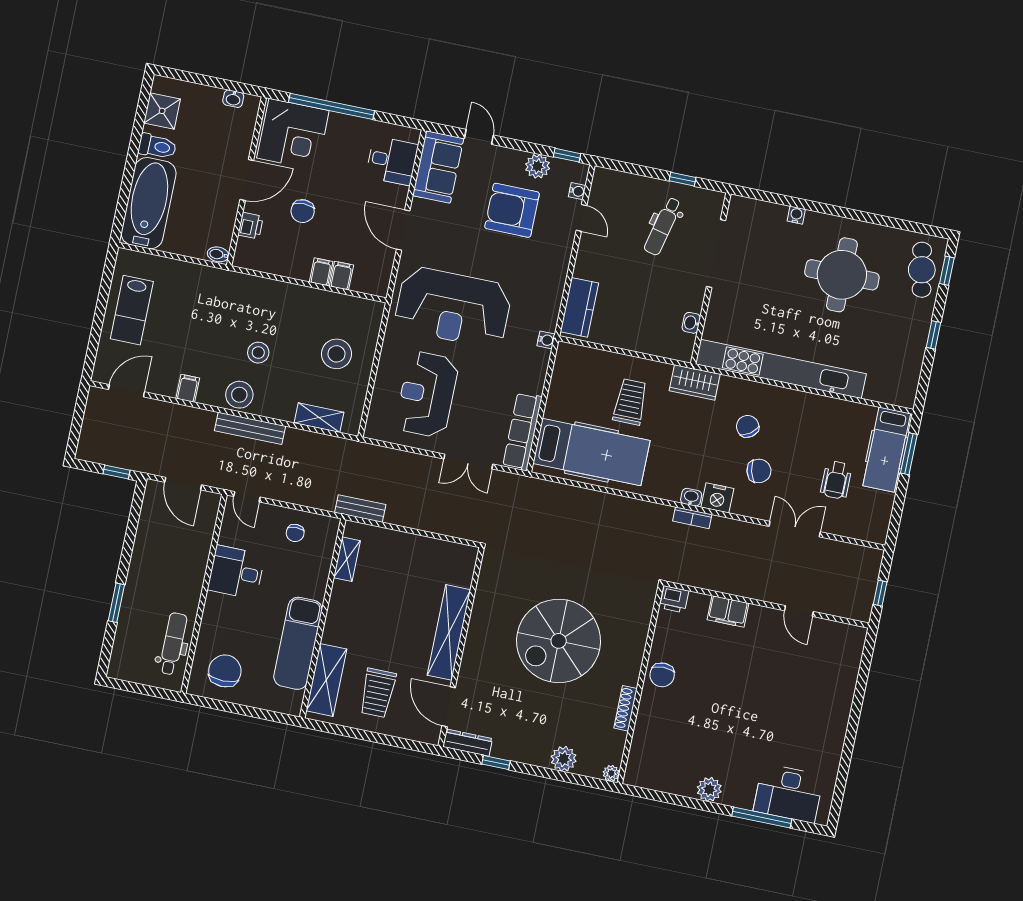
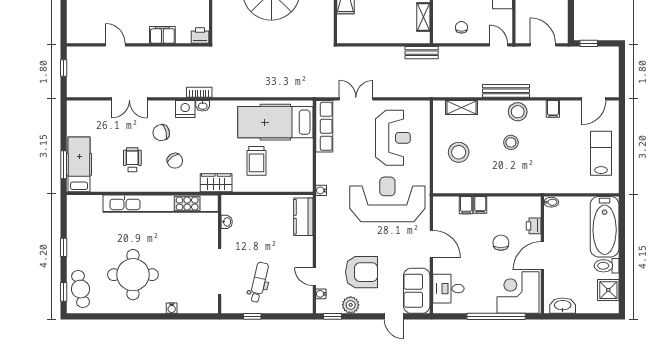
washbasin: (233, 99) -> (563, 306), width x1.91, depth x1.45
wheelchair: (836, 480) -> (132, 160), moved

